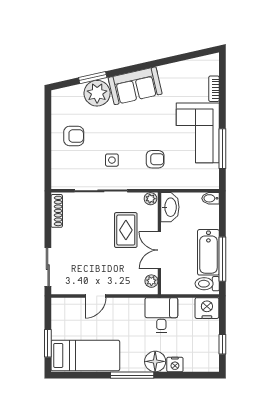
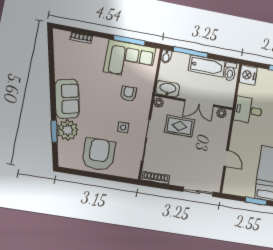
corner sofa: (198, 133) -> (130, 60), moved
armchair: (74, 136) -> (99, 154), width x1.88, depth x1.88
window: (222, 259) -> (191, 52), moved

